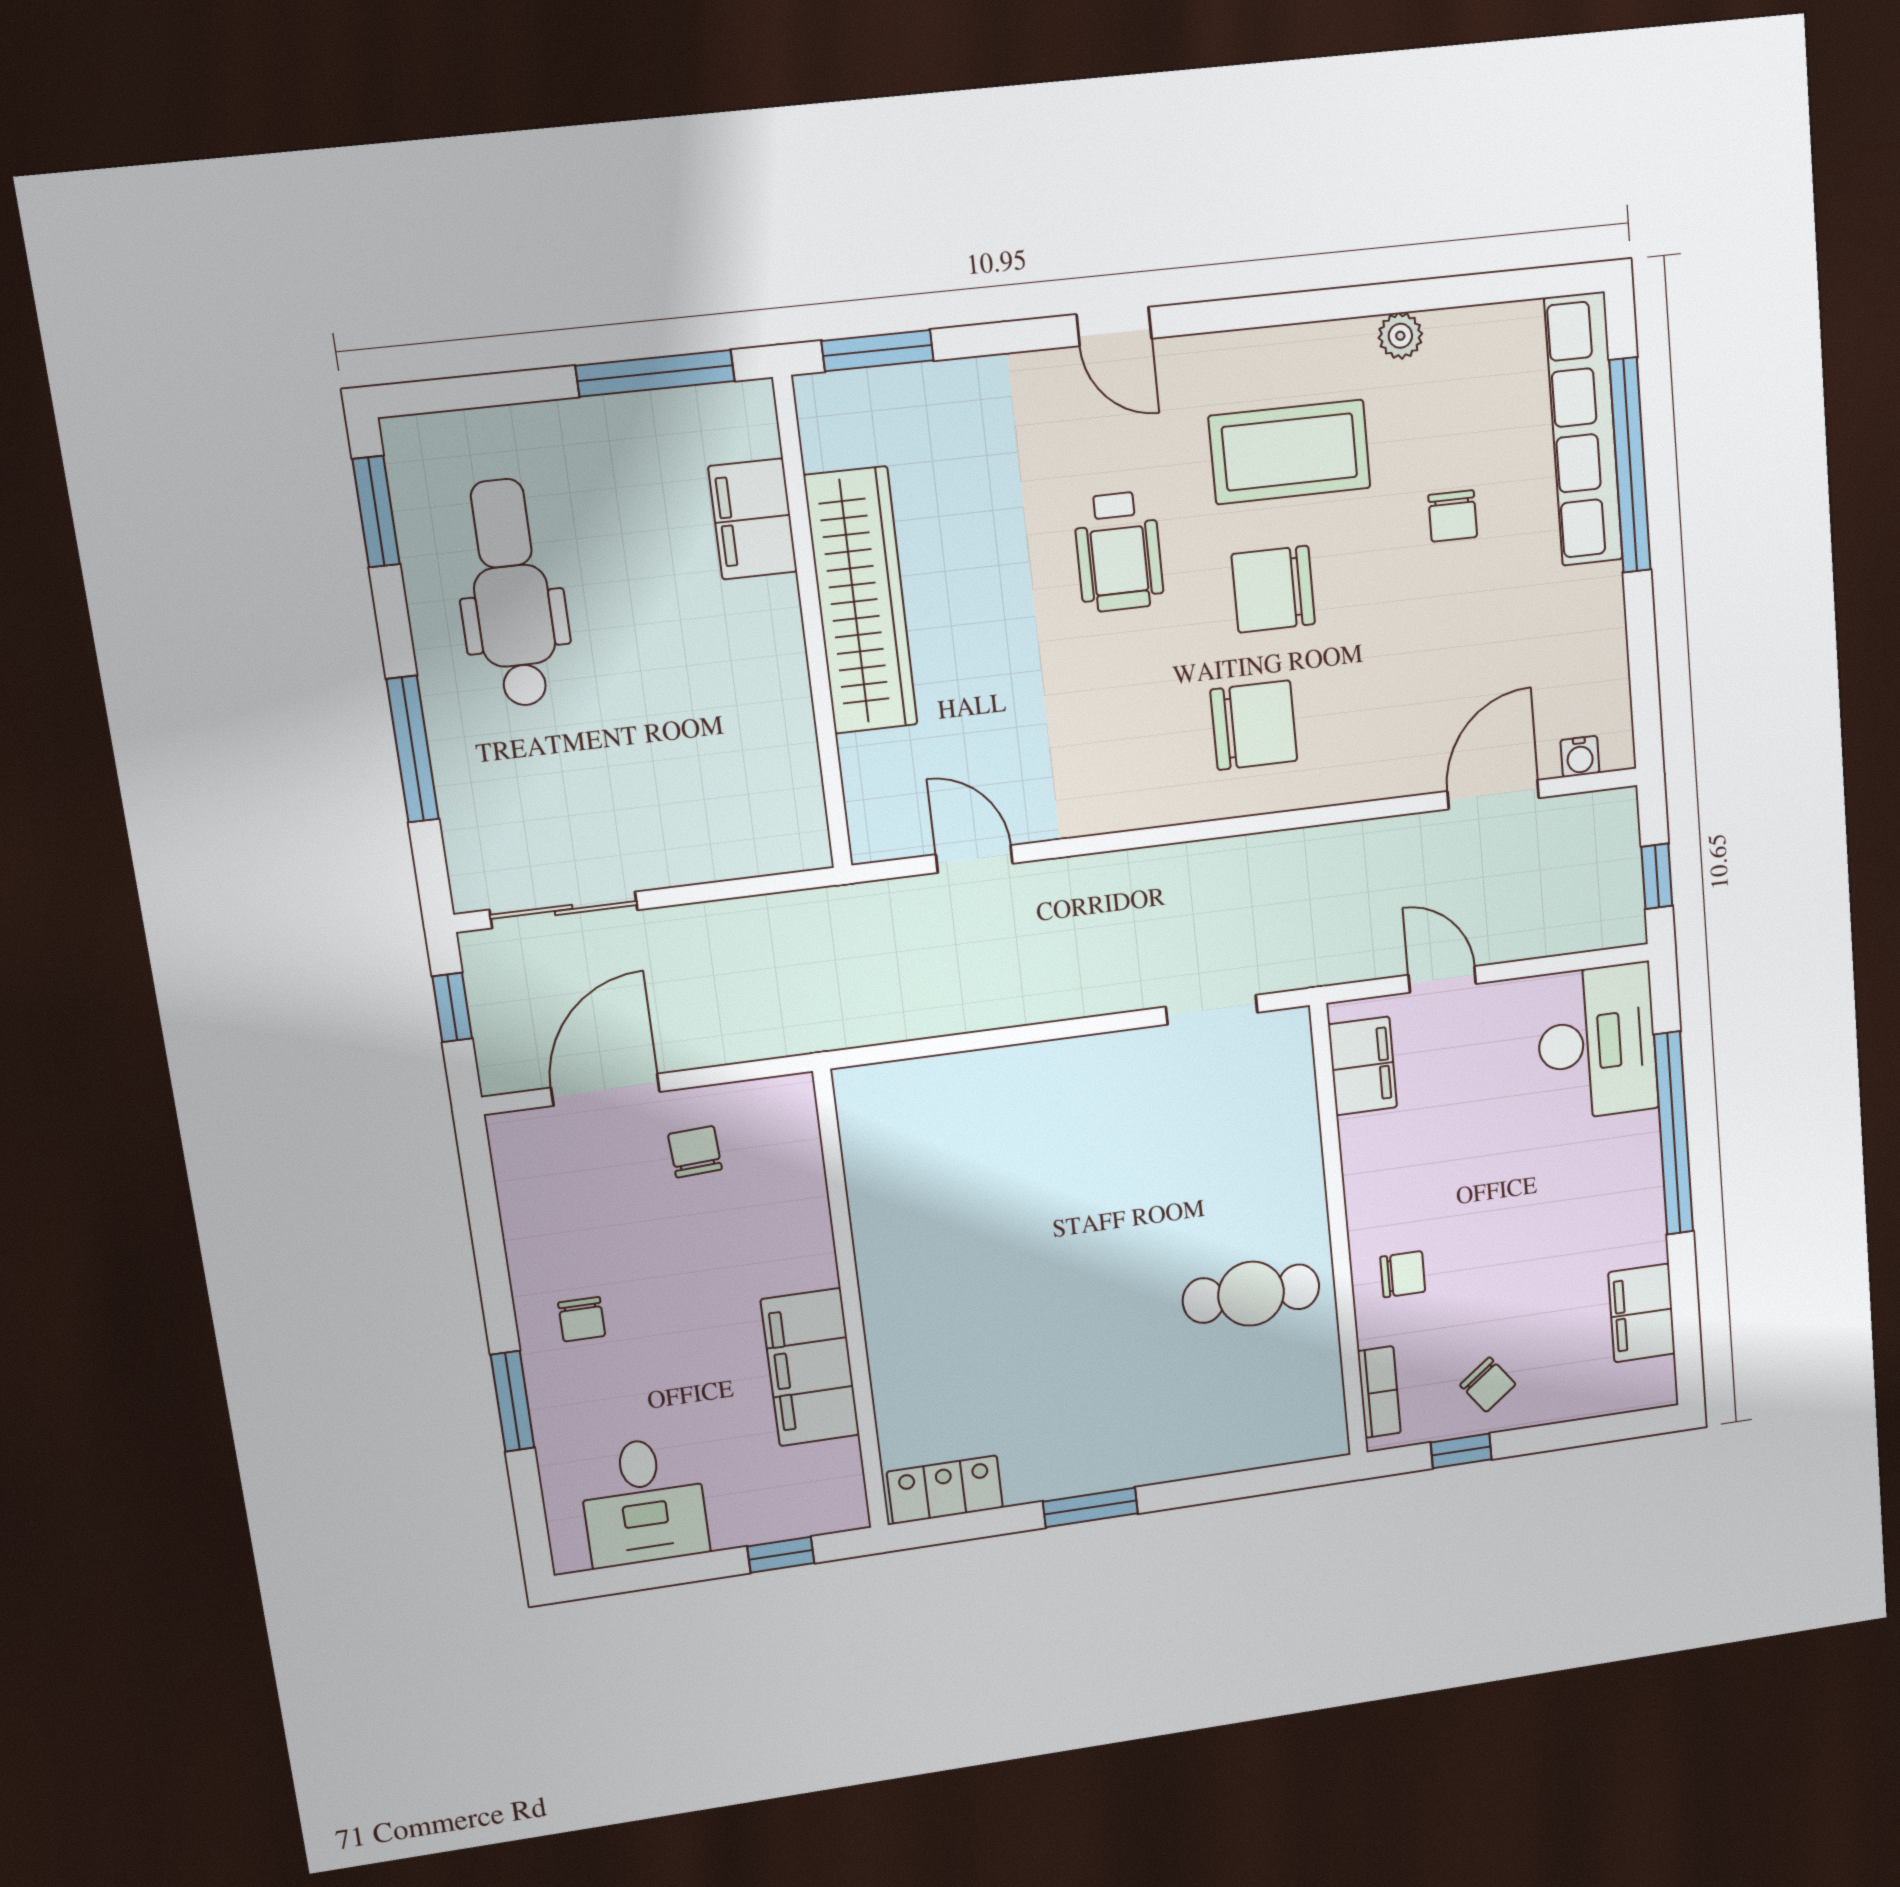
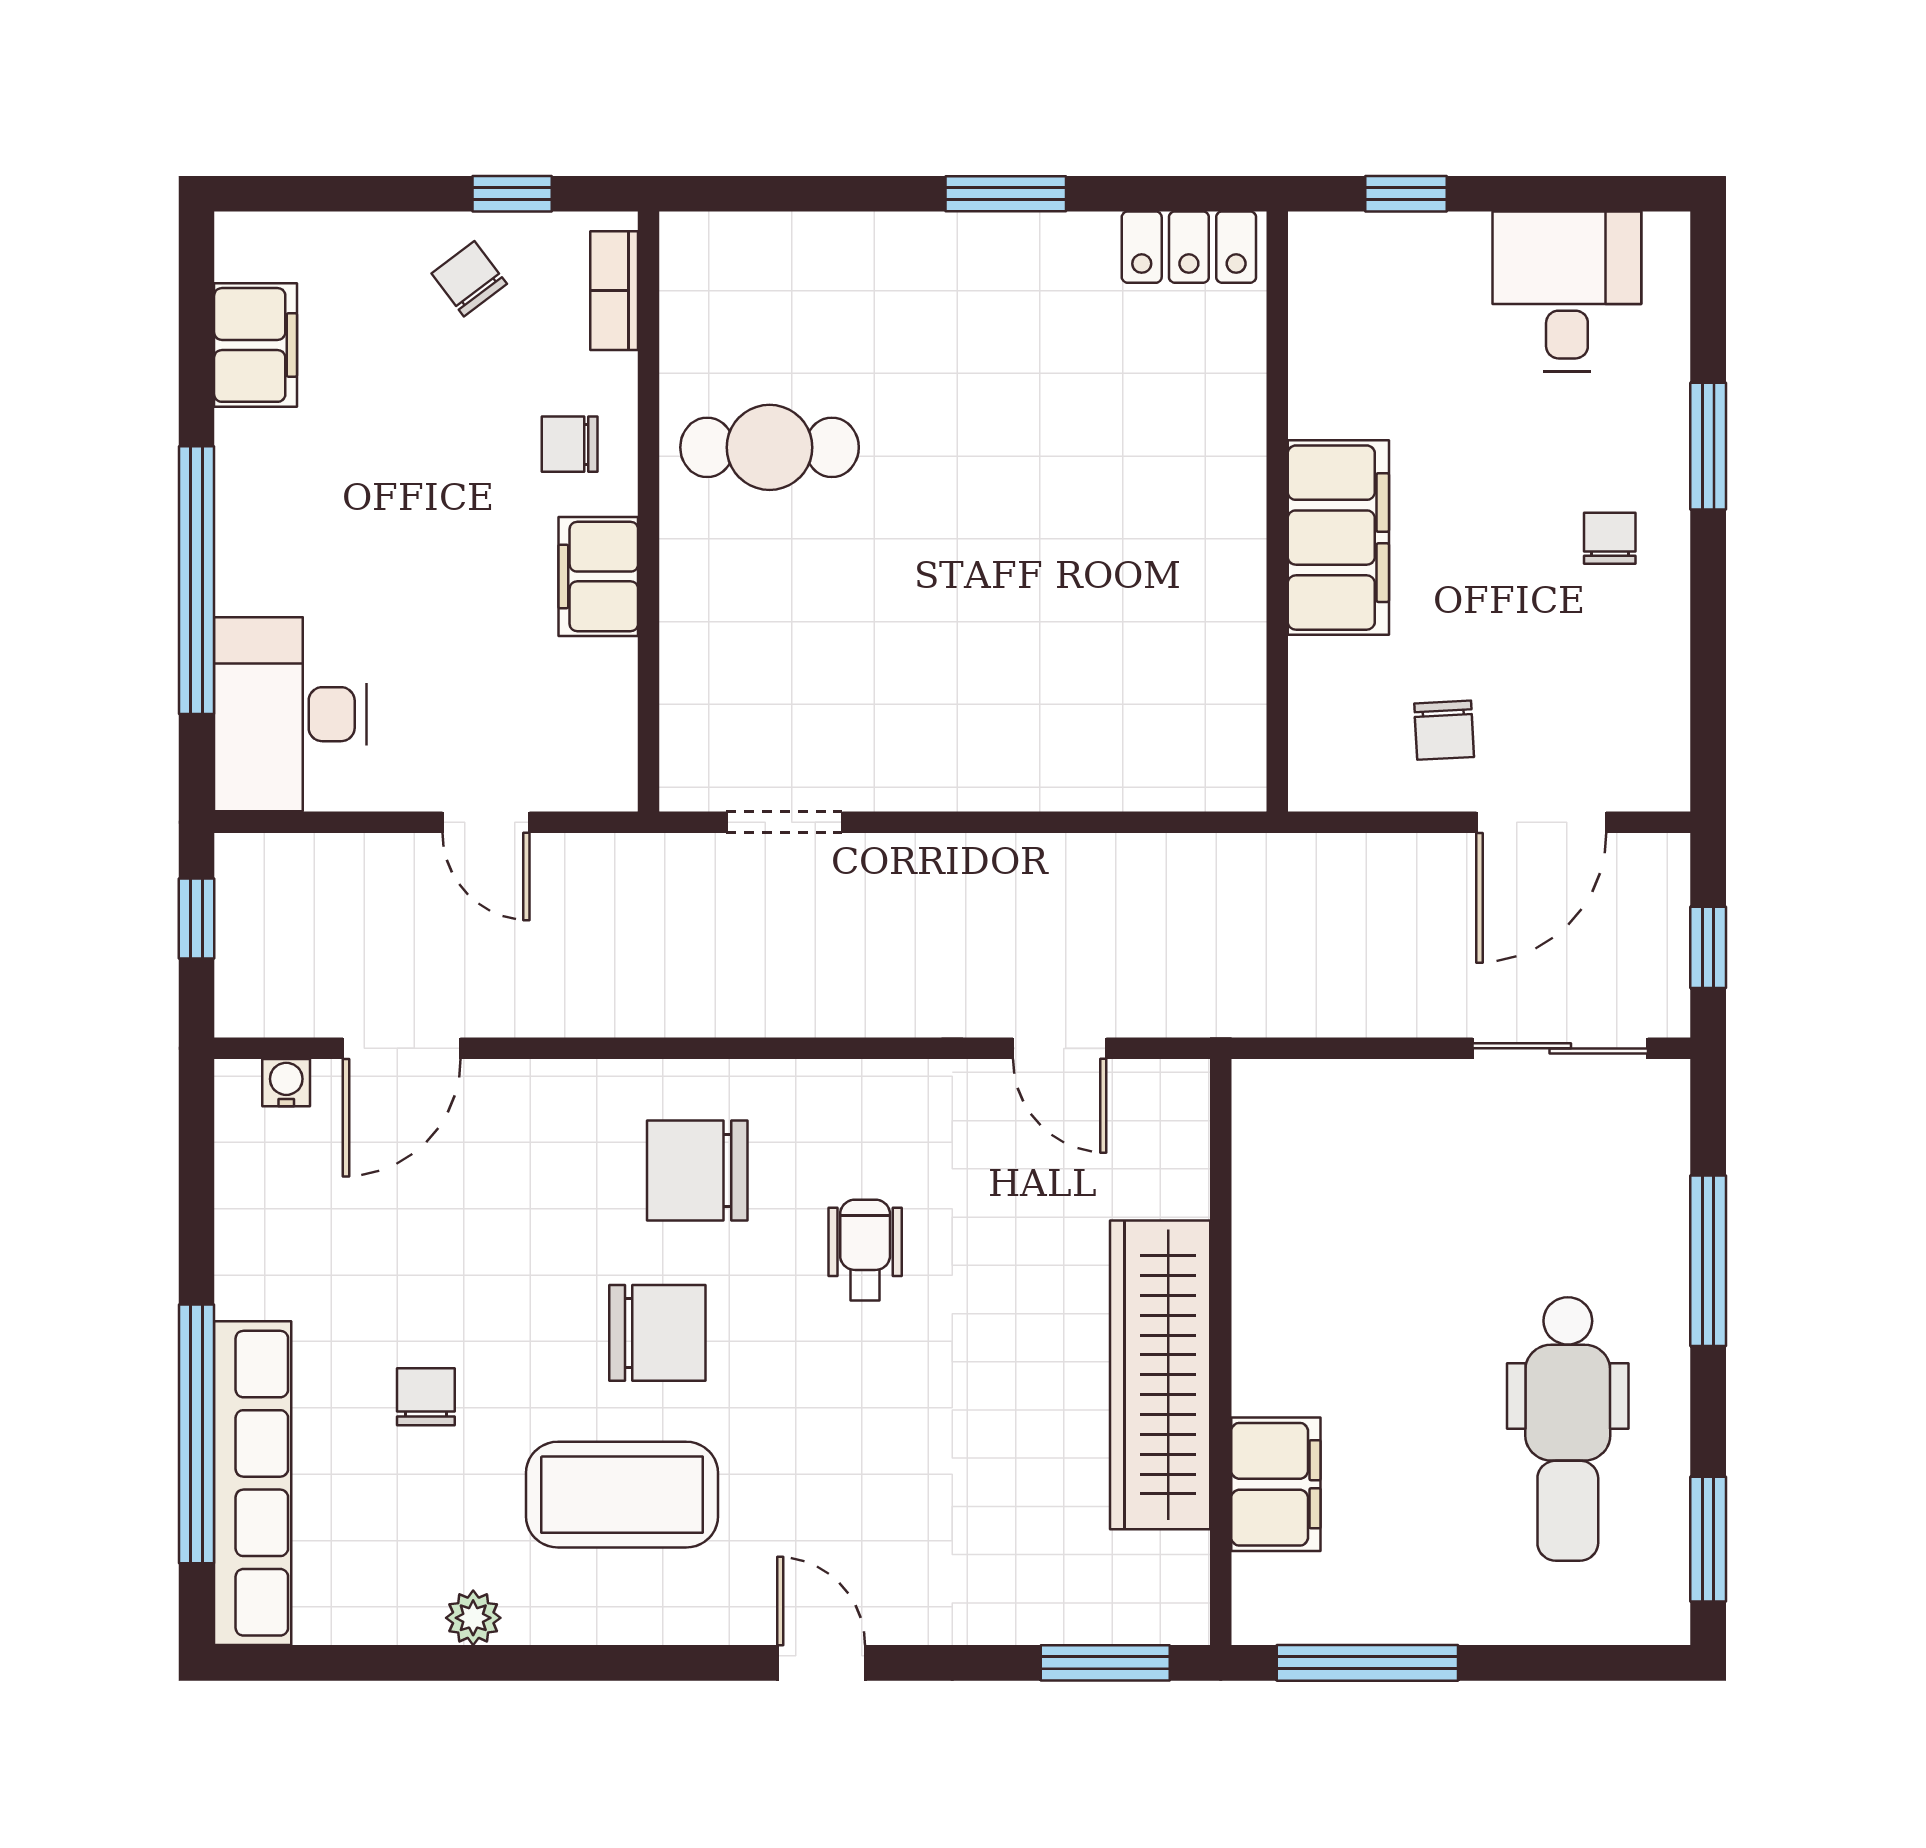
wheelchair: (1119, 552) -> (865, 1250), moved, width x0.73, depth x0.73
filing cabinet: (1363, 1066) -> (598, 576), moved
filing cabinet: (810, 1367) -> (1338, 538), moved

